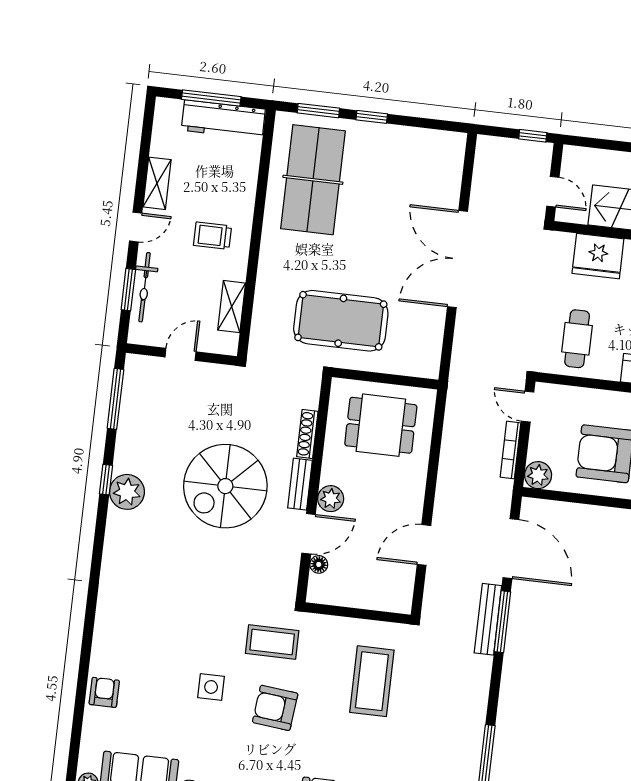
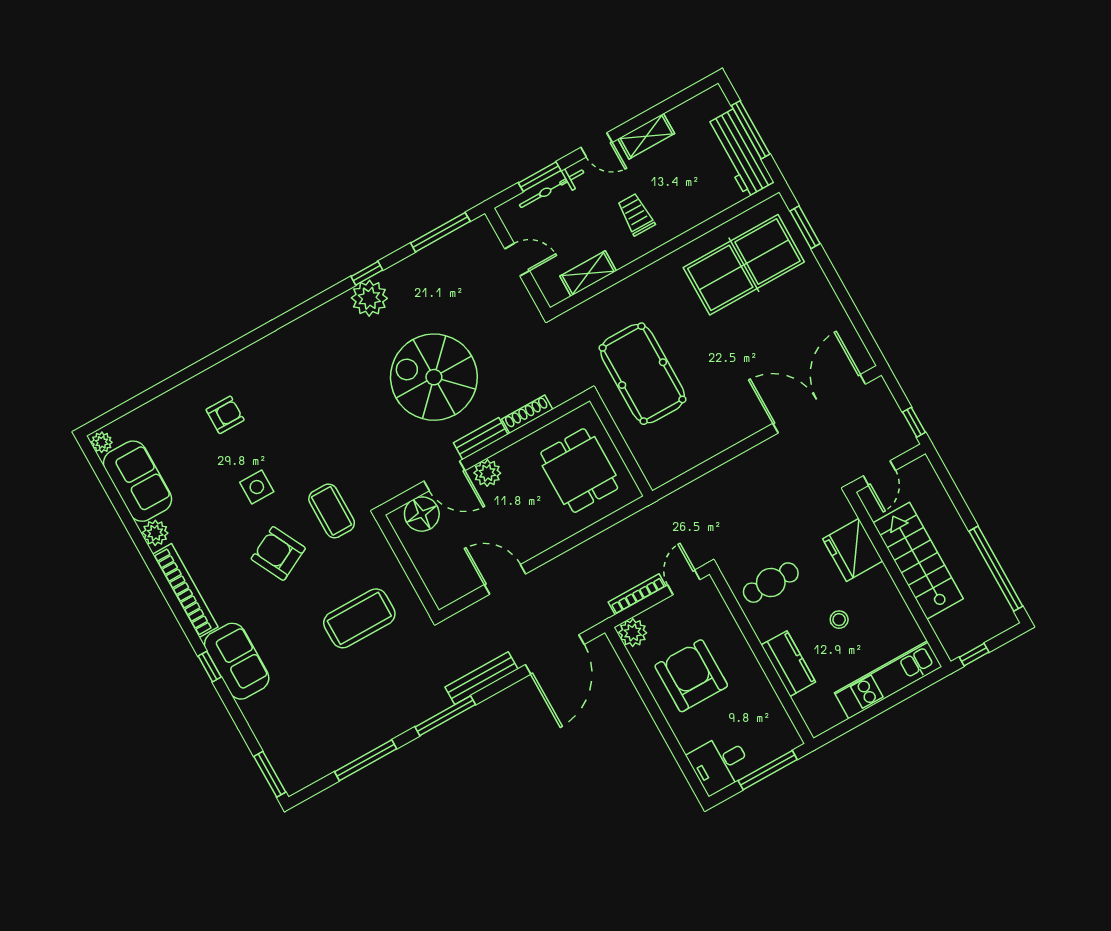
window: (372, 117) -> (832, 276), removed
double door: (458, 259) -> (819, 404), moved
floor lamp: (319, 564) -> (422, 514), width x1.89, depth x1.89
window: (502, 622) -> (445, 716), moved
armchair: (104, 692) -> (225, 415), moved
armchair: (275, 708) -> (278, 553), turned -33

